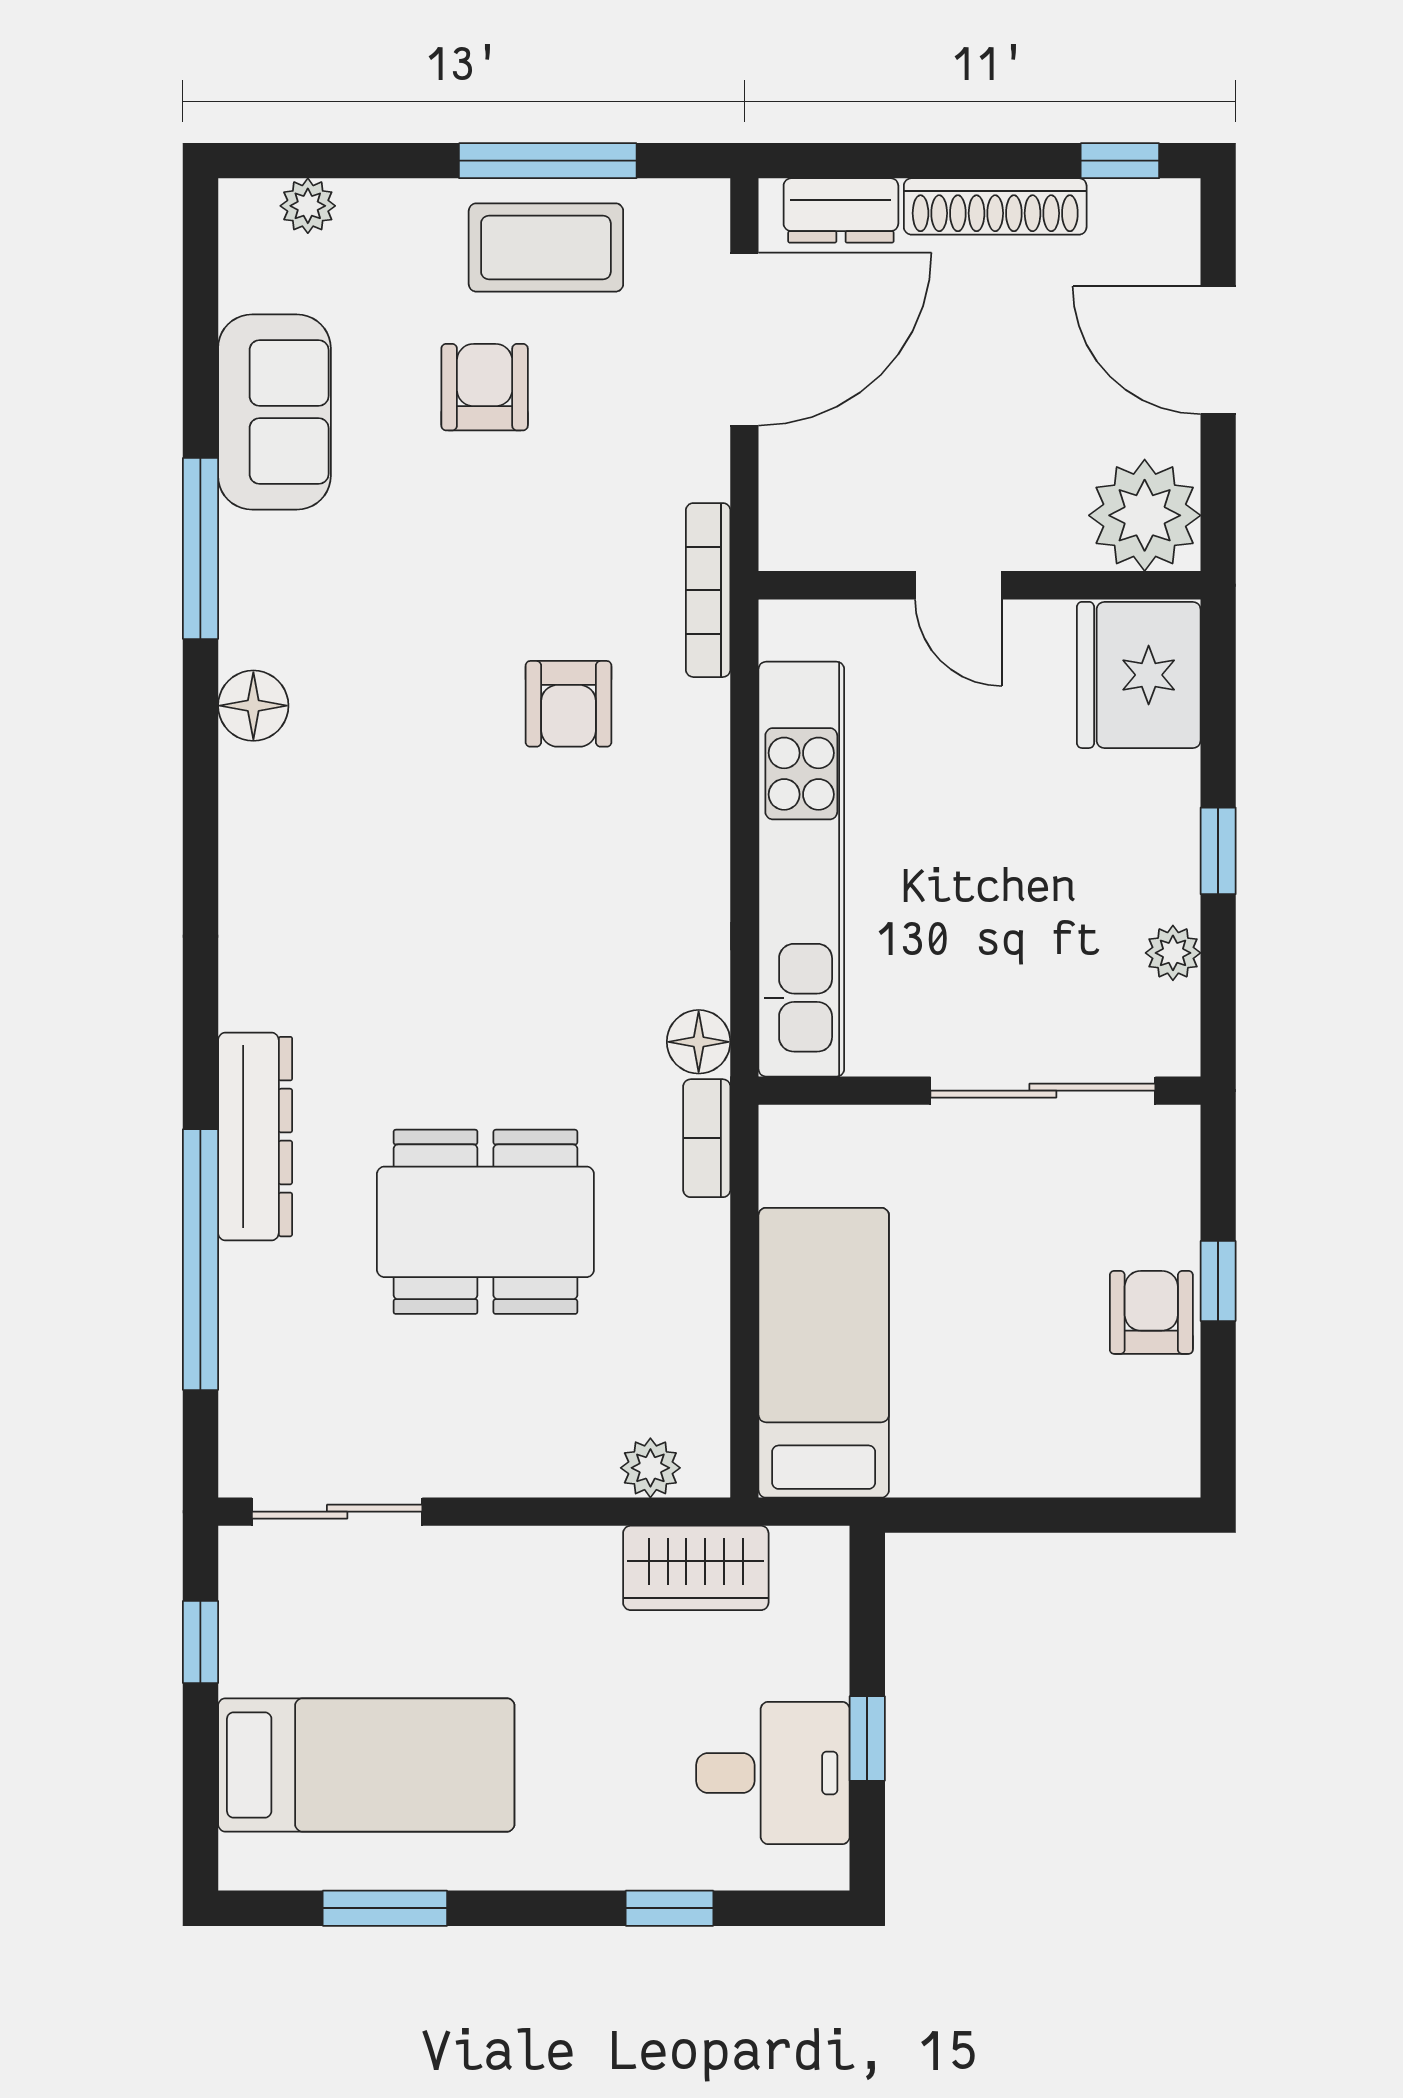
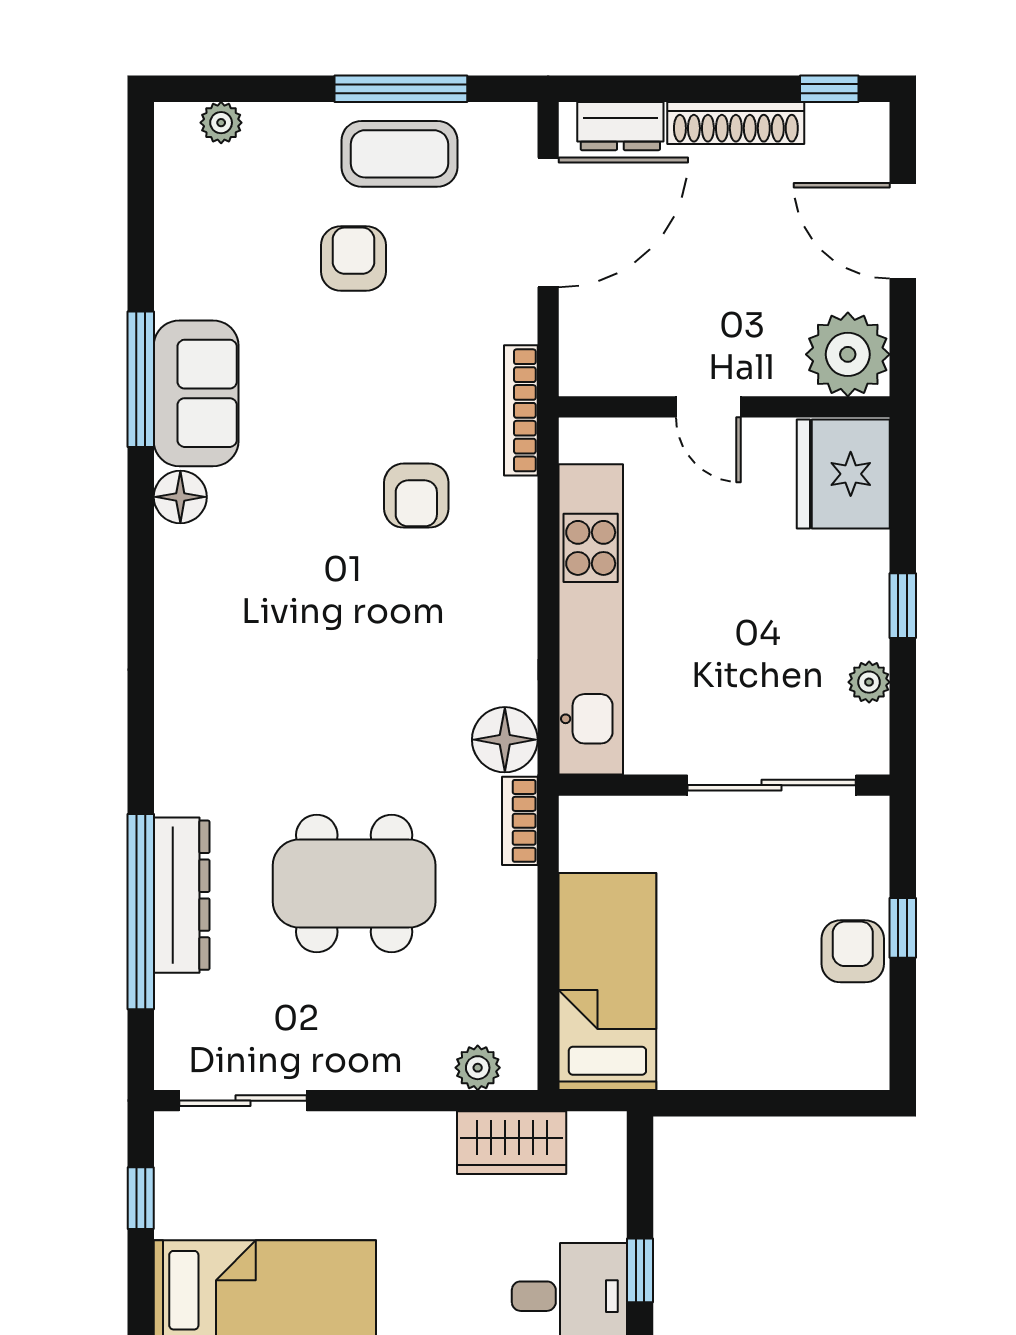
sofa: (274, 412) -> (196, 393), moved
floor lamp: (699, 1042) -> (505, 740), width x1.38, depth x1.38
dresser: (255, 1137) -> (182, 895), moved

